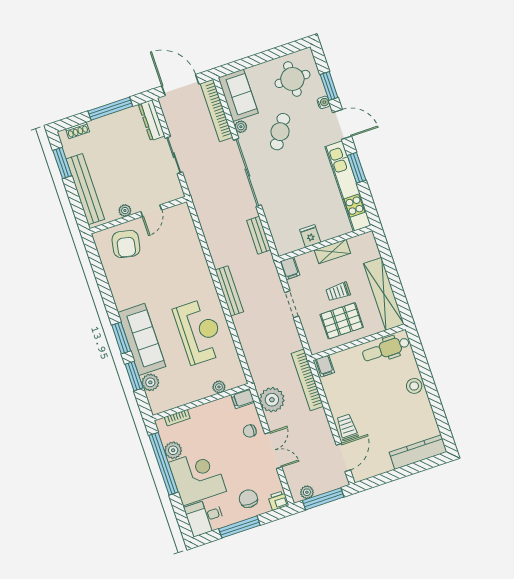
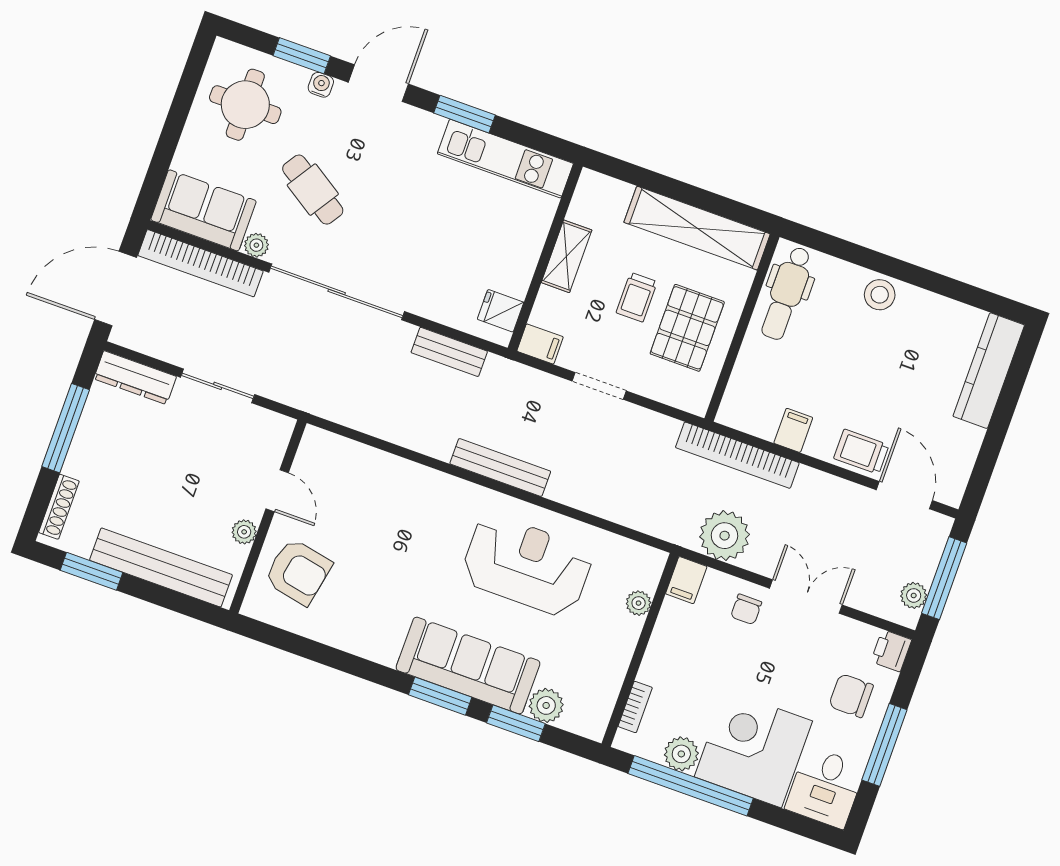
shoe rack: (78, 130) -> (59, 507), width x1.43
kitchen unit: (348, 186) -> (505, 159), width x0.73
fridge: (310, 236) -> (500, 311), moved
filing cabinet: (325, 366) -> (793, 430), moved, turned -90

